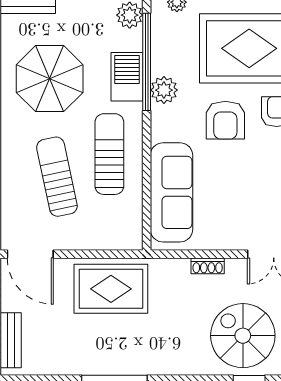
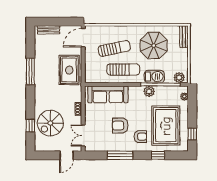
armchair: (225, 120) -> (120, 126), moved
spiral stairs: (243, 336) -> (50, 123), turned 180

